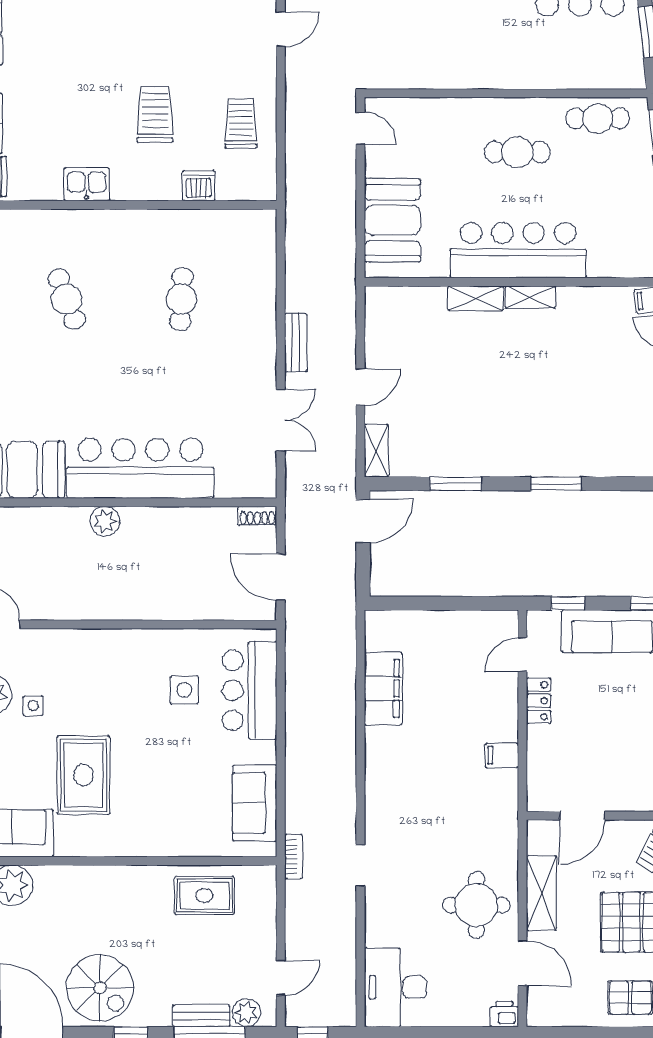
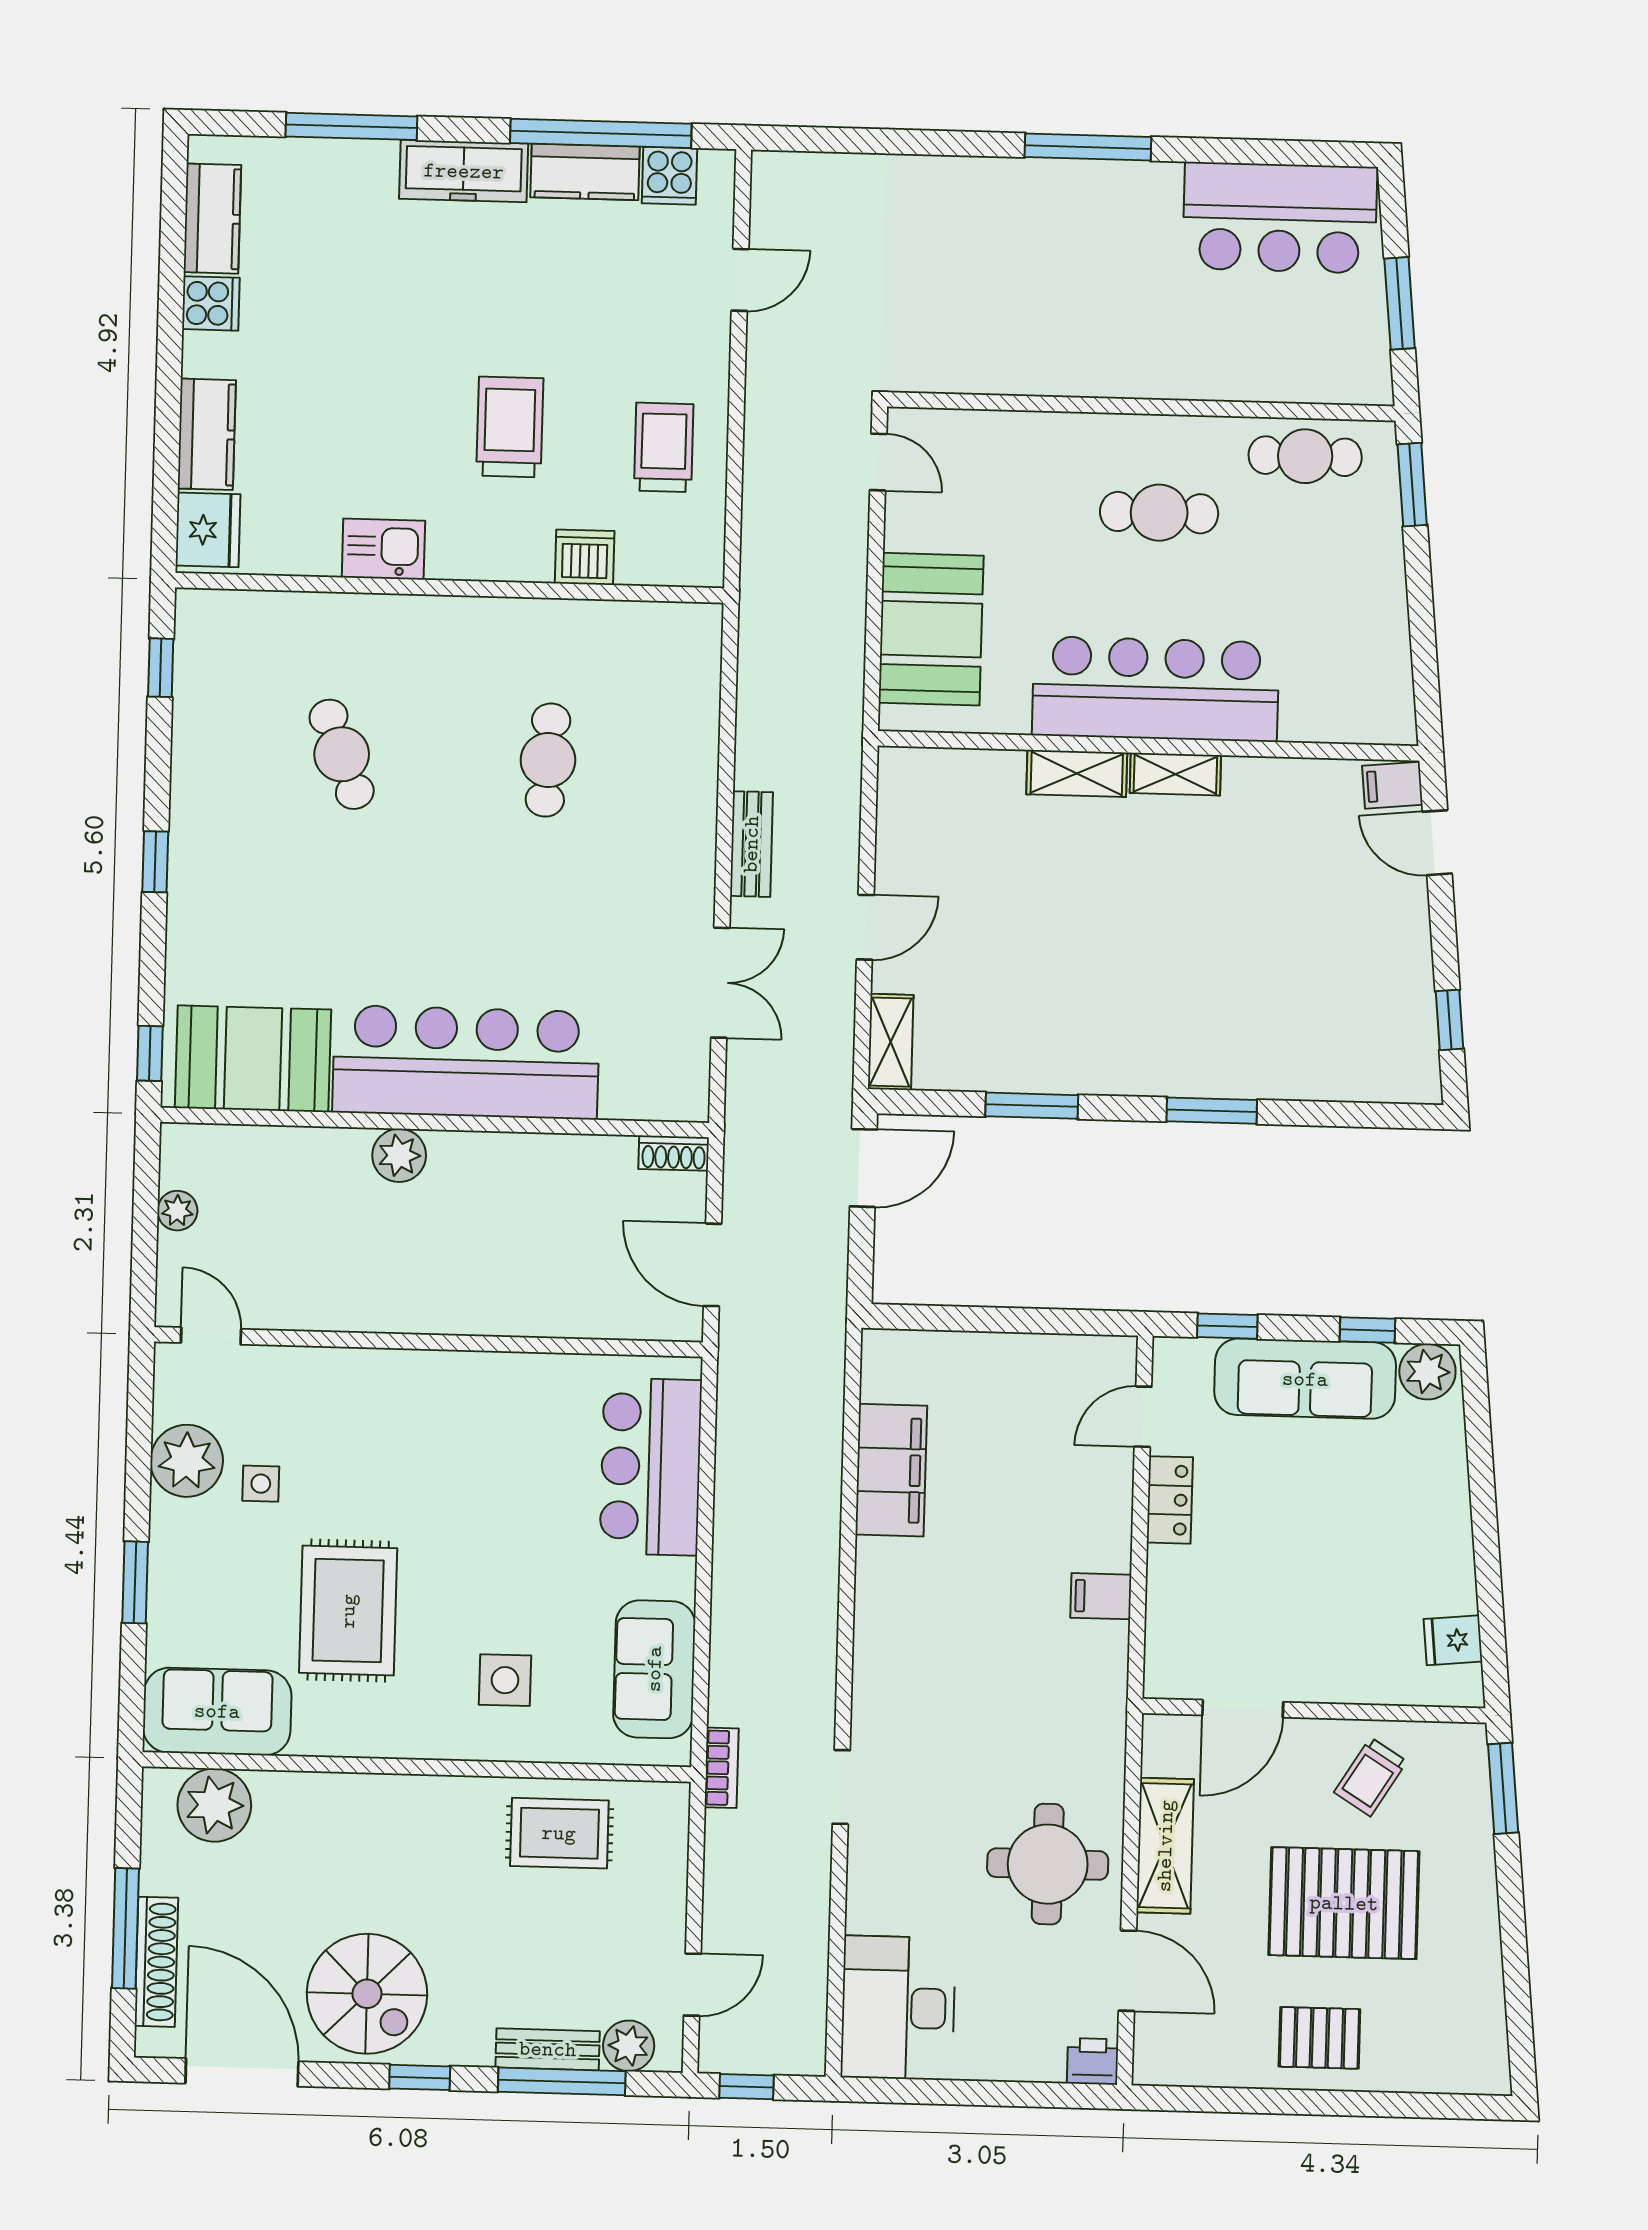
side table: (184, 690) -> (505, 1680), moved

